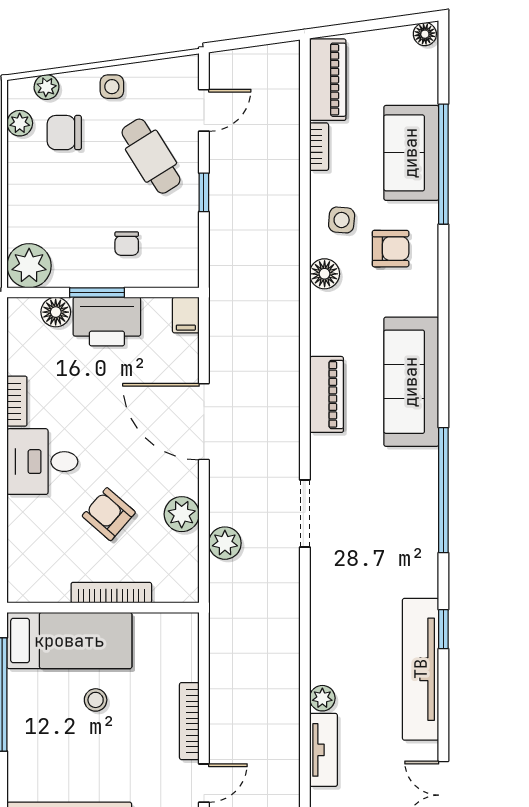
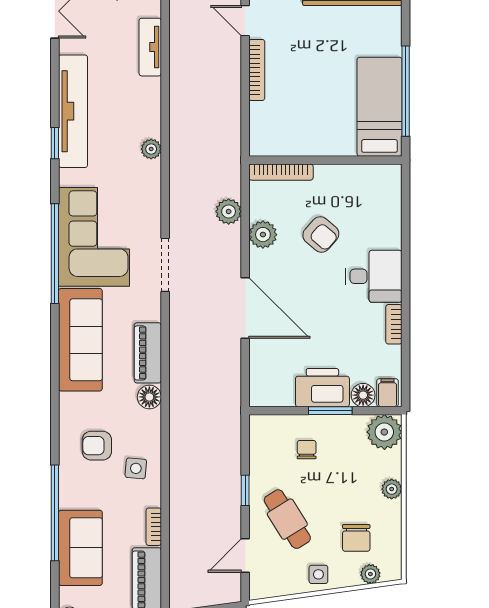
plant: (20, 123) -> (392, 489), moved
chair: (64, 133) -> (356, 538), turned 90
sofa: (411, 153) -> (80, 548), moved
floor lamp: (325, 274) -> (149, 397), moved
filing cabinet: (186, 315) -> (388, 393), moved
piano: (326, 394) -> (148, 353), moved
corner sofa: (394, 511) -> (94, 237), added
doorway: (305, 513) -> (165, 265), moved
bookcase: (111, 593) -> (281, 172), moved
bed: (69, 641) -> (380, 107), moved, turned 90
plant: (322, 698) -> (151, 149), moved
stool: (96, 700) -> (331, 87), removed
door: (204, 783) -> (245, 21), hinge flipped

